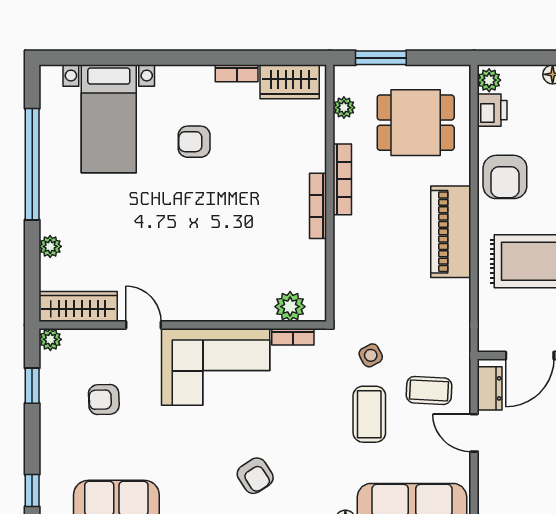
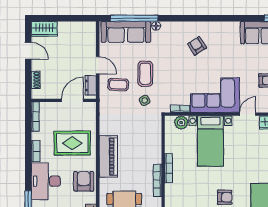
bed with nightstands: (226, 266) -> (210, 141), added
door: (144, 325) -> (248, 114), swing flipped

